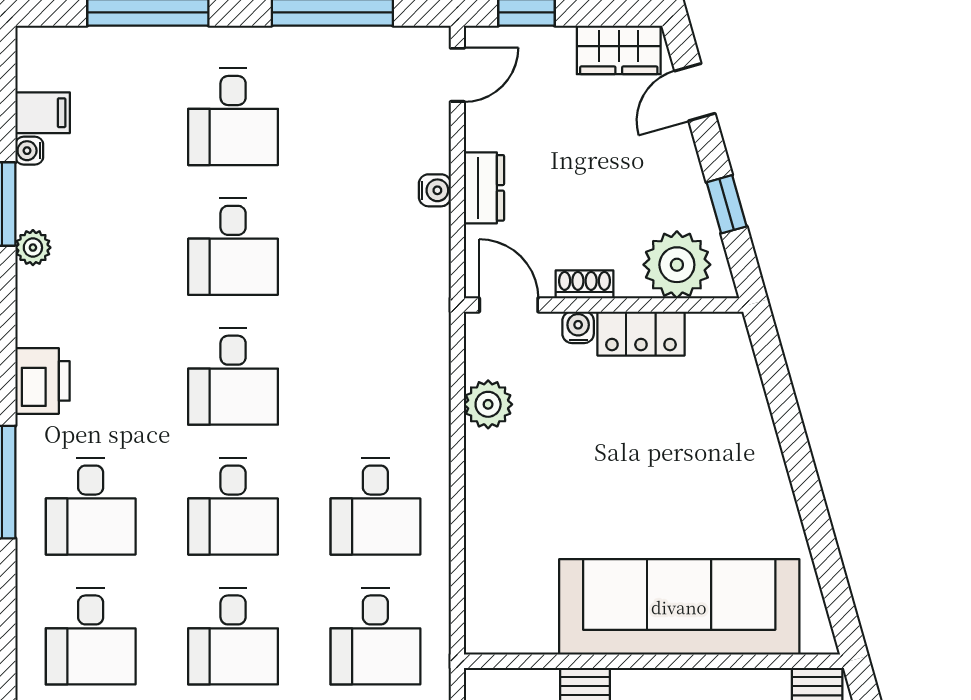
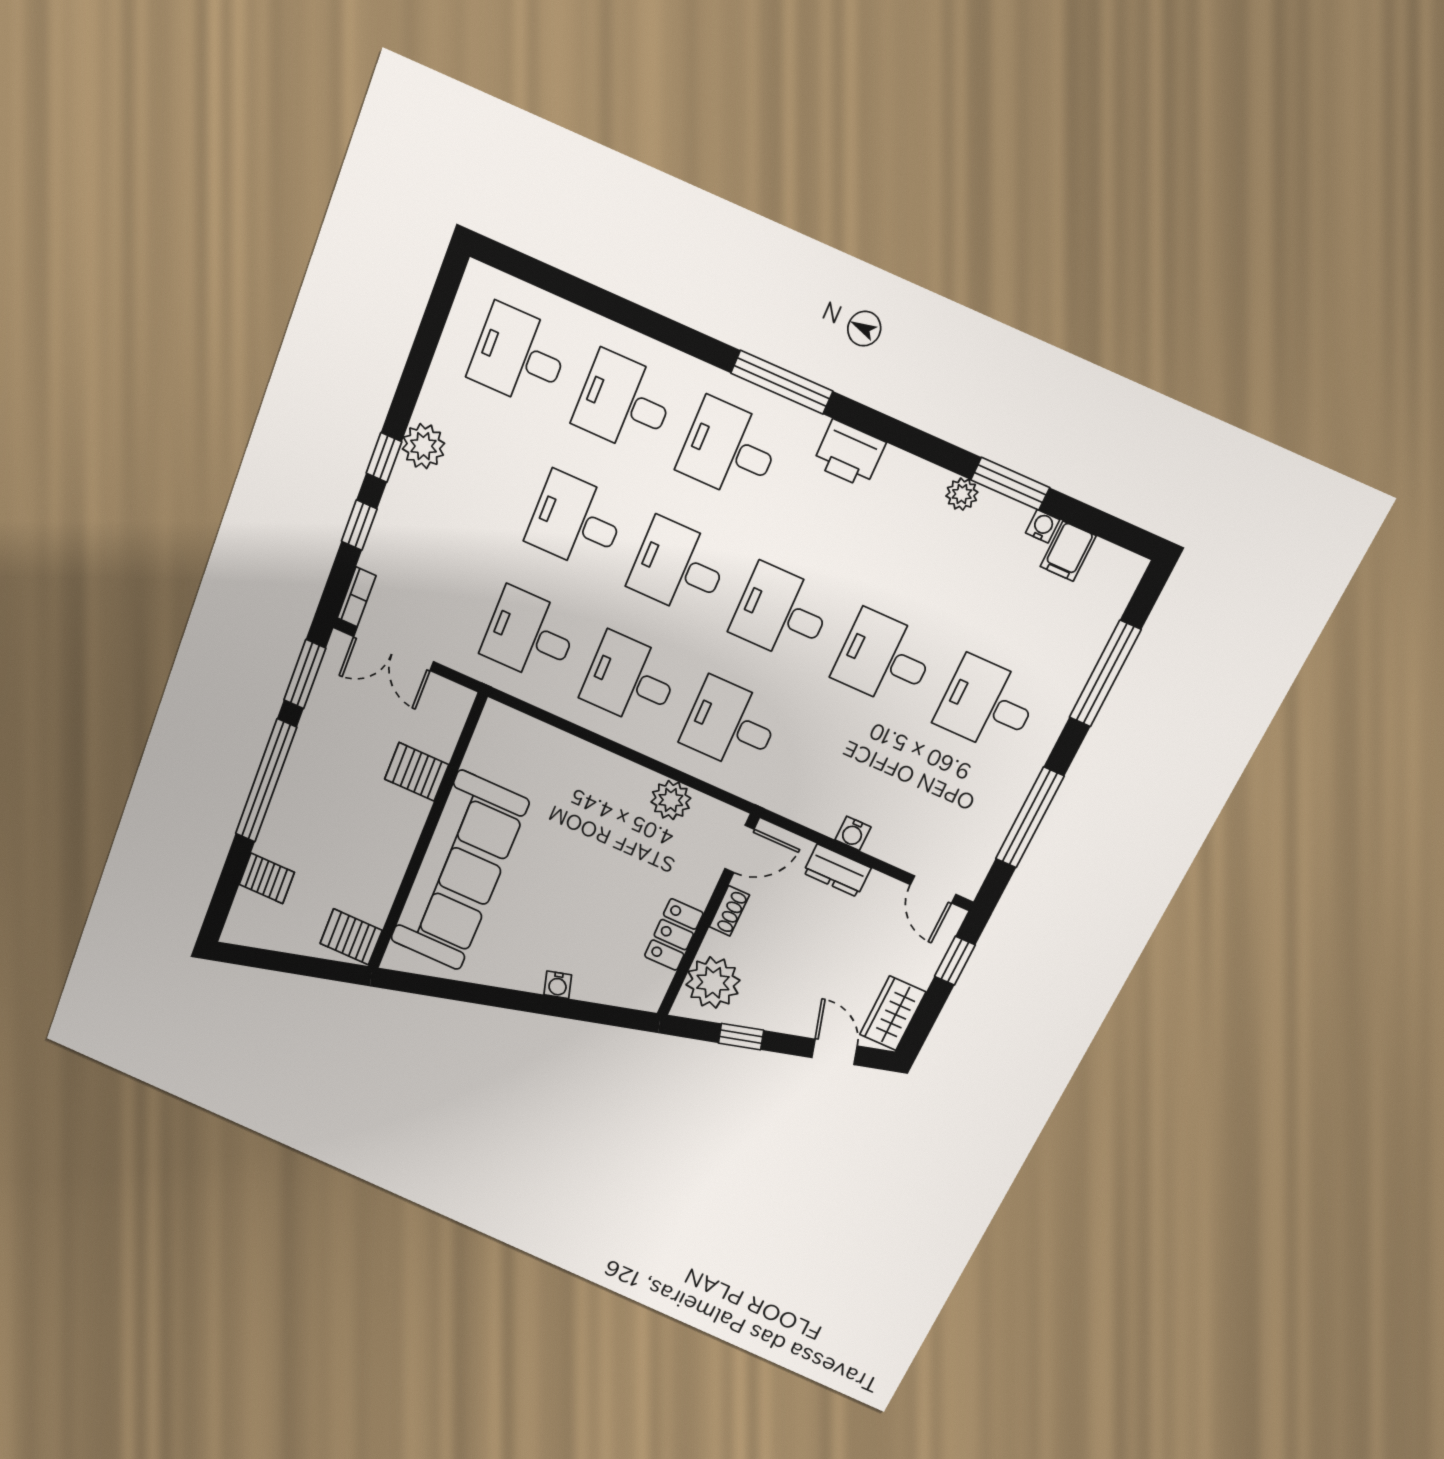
water cooler: (578, 327) -> (558, 985), moved, turned 74
desk: (375, 376) -> (731, 725), added

